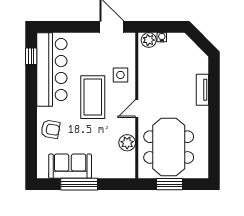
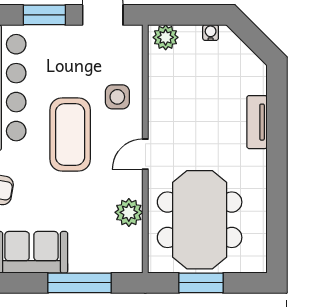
window: (78, 27) -> (44, 15), added
water cooler: (162, 37) -> (211, 33), moved
window: (79, 184) -> (80, 283), moved

